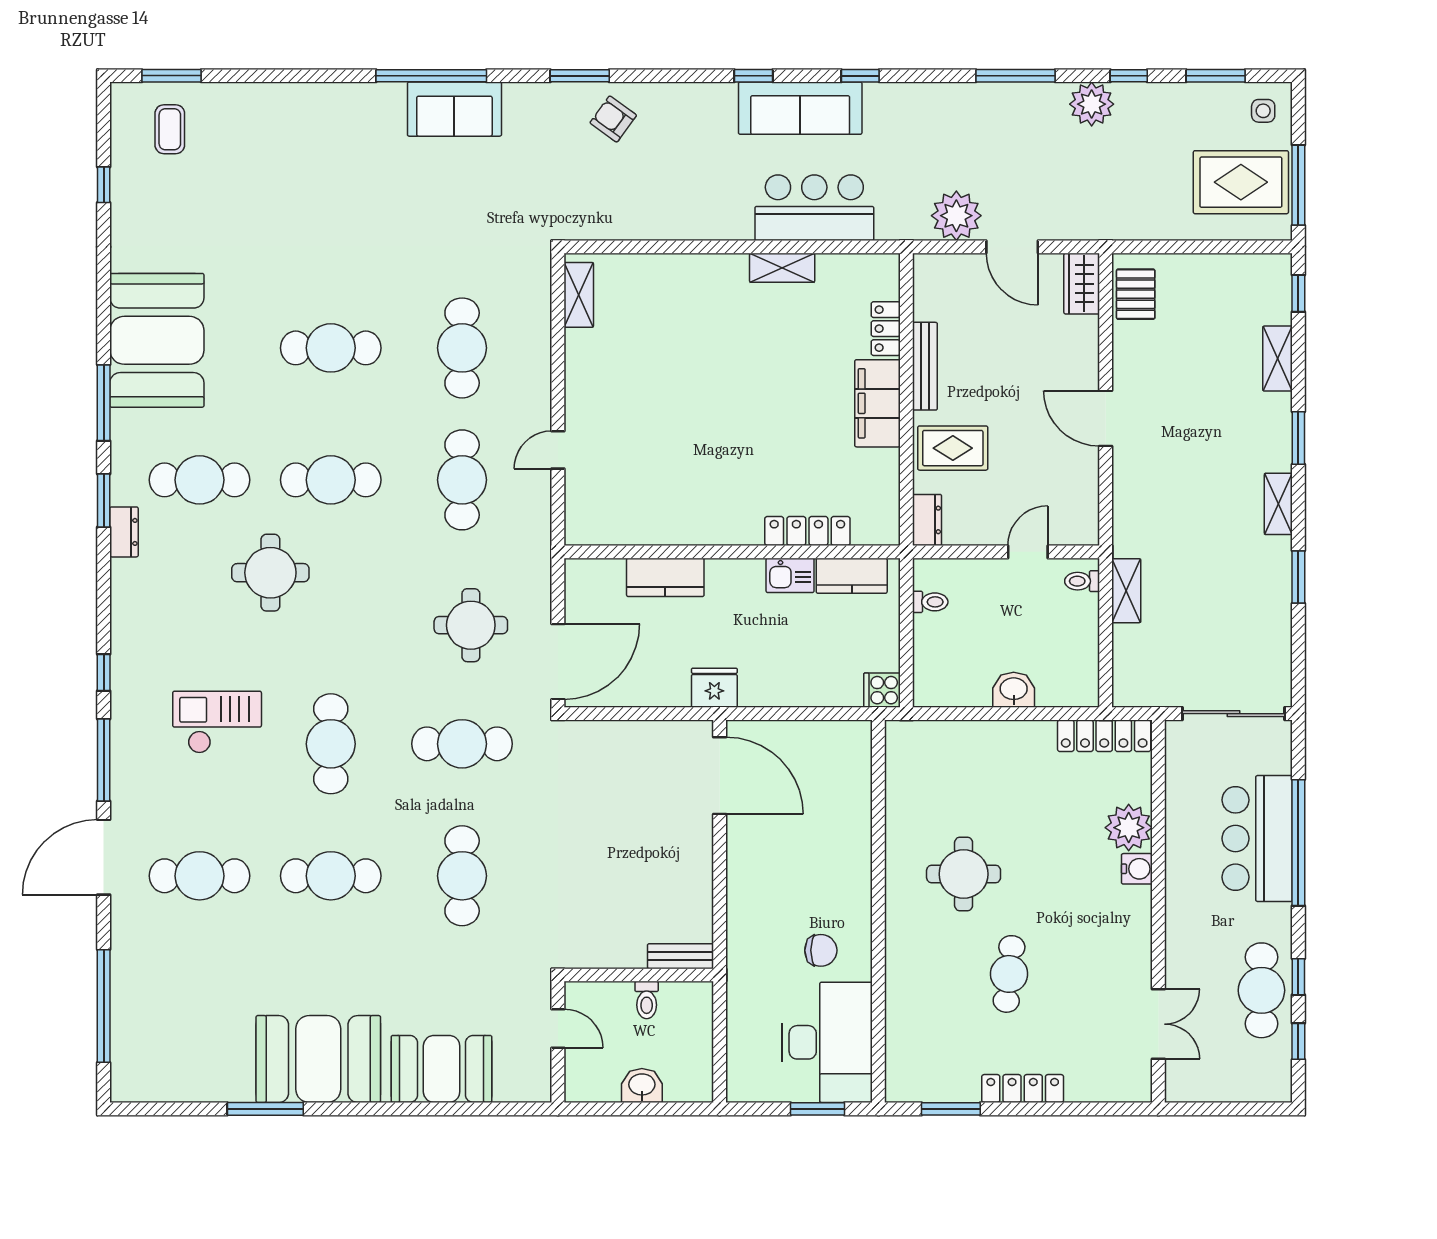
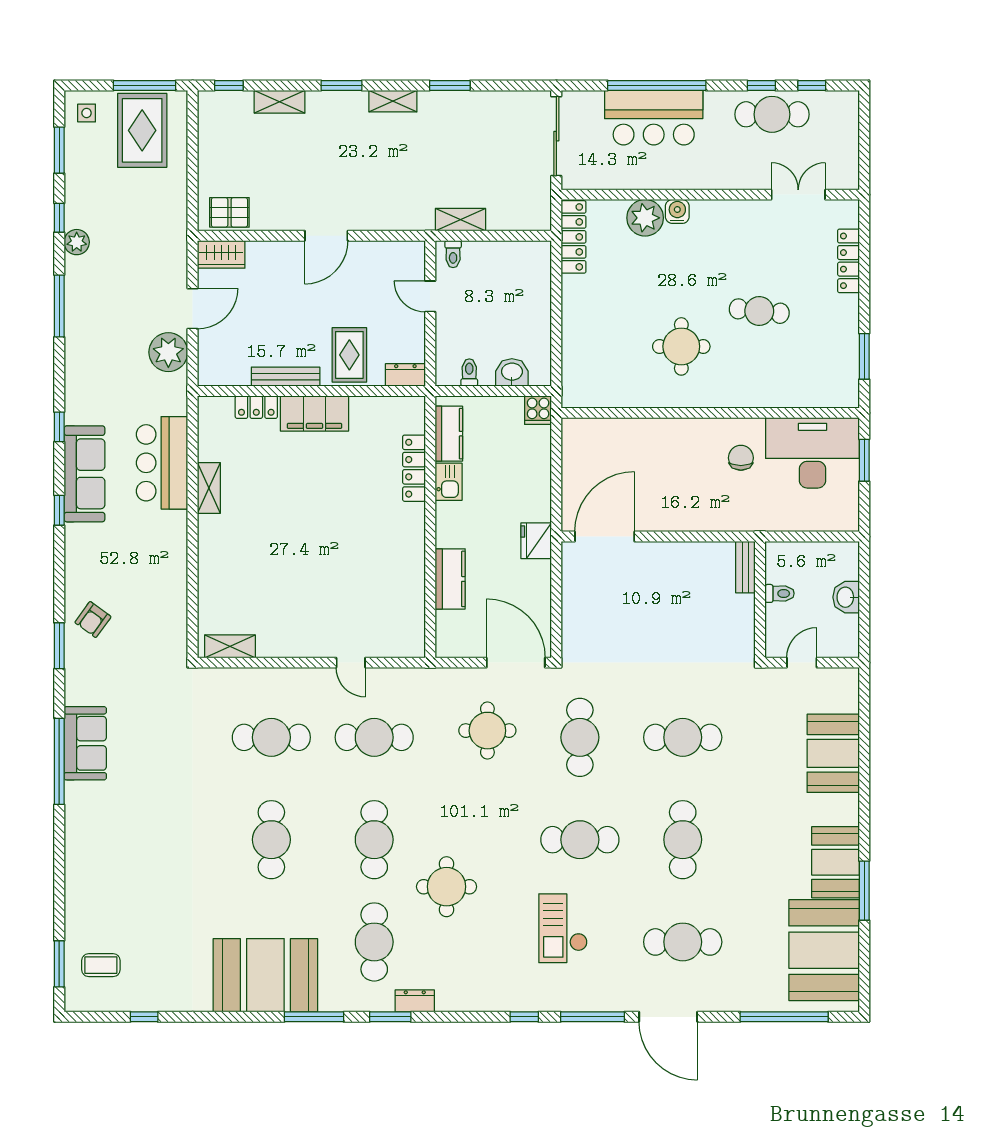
plant: (1092, 104) -> (77, 242), width x0.73, depth x0.73
washbasin: (1014, 690) -> (512, 372), moved, turned 90
cafe table: (200, 876) -> (683, 942), turned 90
booth: (189, 1057) -> (824, 950), added
booth: (318, 1059) -> (836, 862), width x0.73, depth x0.70
locker: (1023, 1088) -> (848, 261), moved

